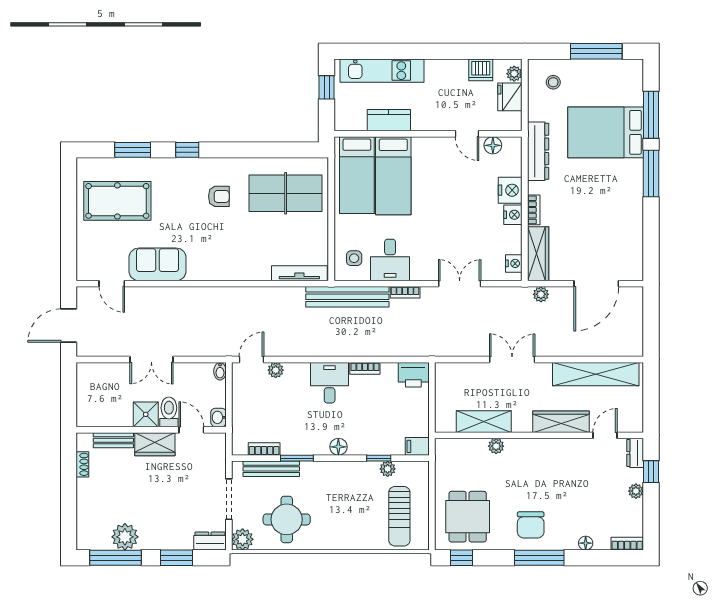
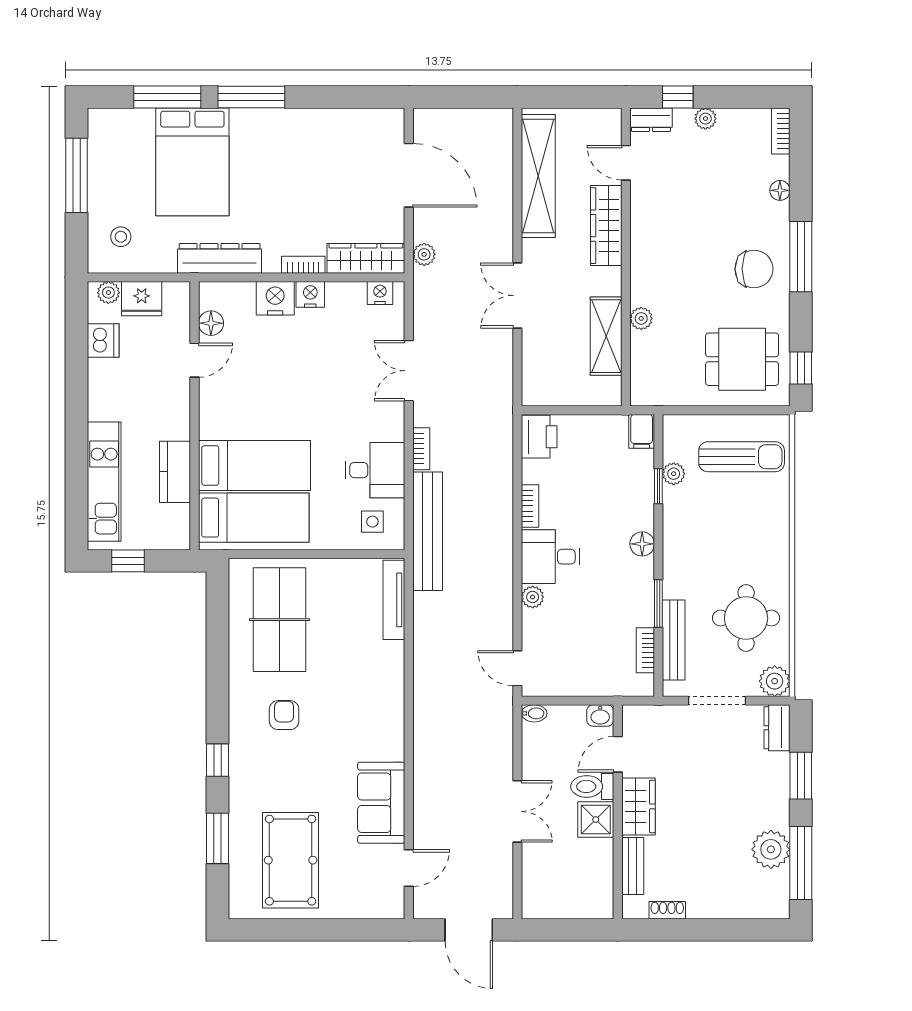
plant: (276, 370) -> (533, 597), moved

